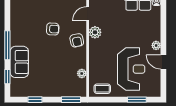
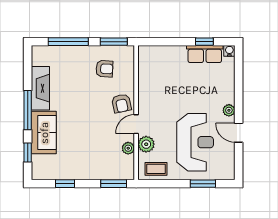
door: (88, 14) -> (136, 124), moved
fireplace: (17, 29) -> (40, 88), added
armchair: (53, 29) -> (104, 69), moved
plant: (95, 32) -> (146, 144), moved

